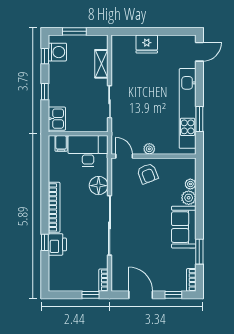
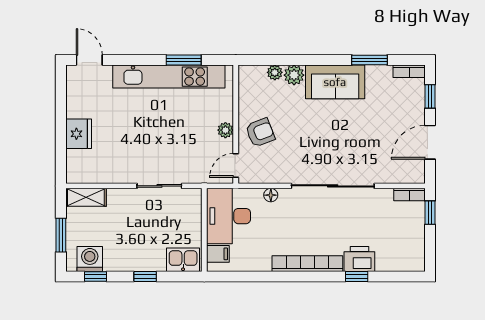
shelving: (101, 64) -> (86, 197), moved
floor lamp: (99, 186) -> (271, 195), width x0.53, depth x0.53

